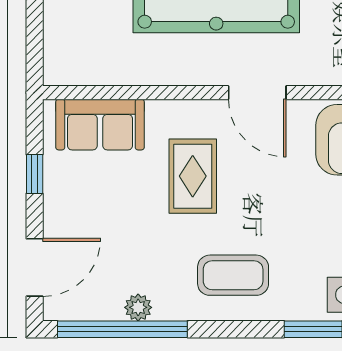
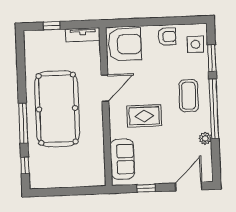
door: (35, 267) -> (189, 186), hinge flipped
window: (122, 329) -> (214, 109), moved

